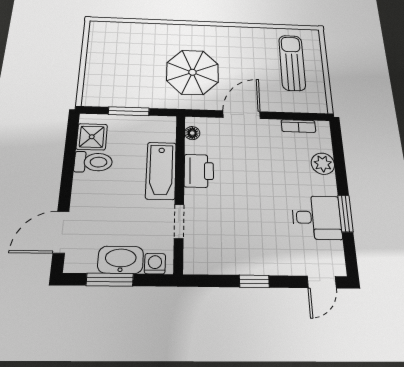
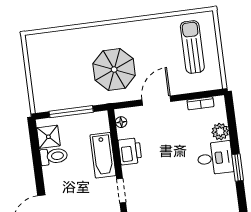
window: (129, 111) -> (71, 112), width x1.44
desk: (317, 217) -> (215, 158), moved

